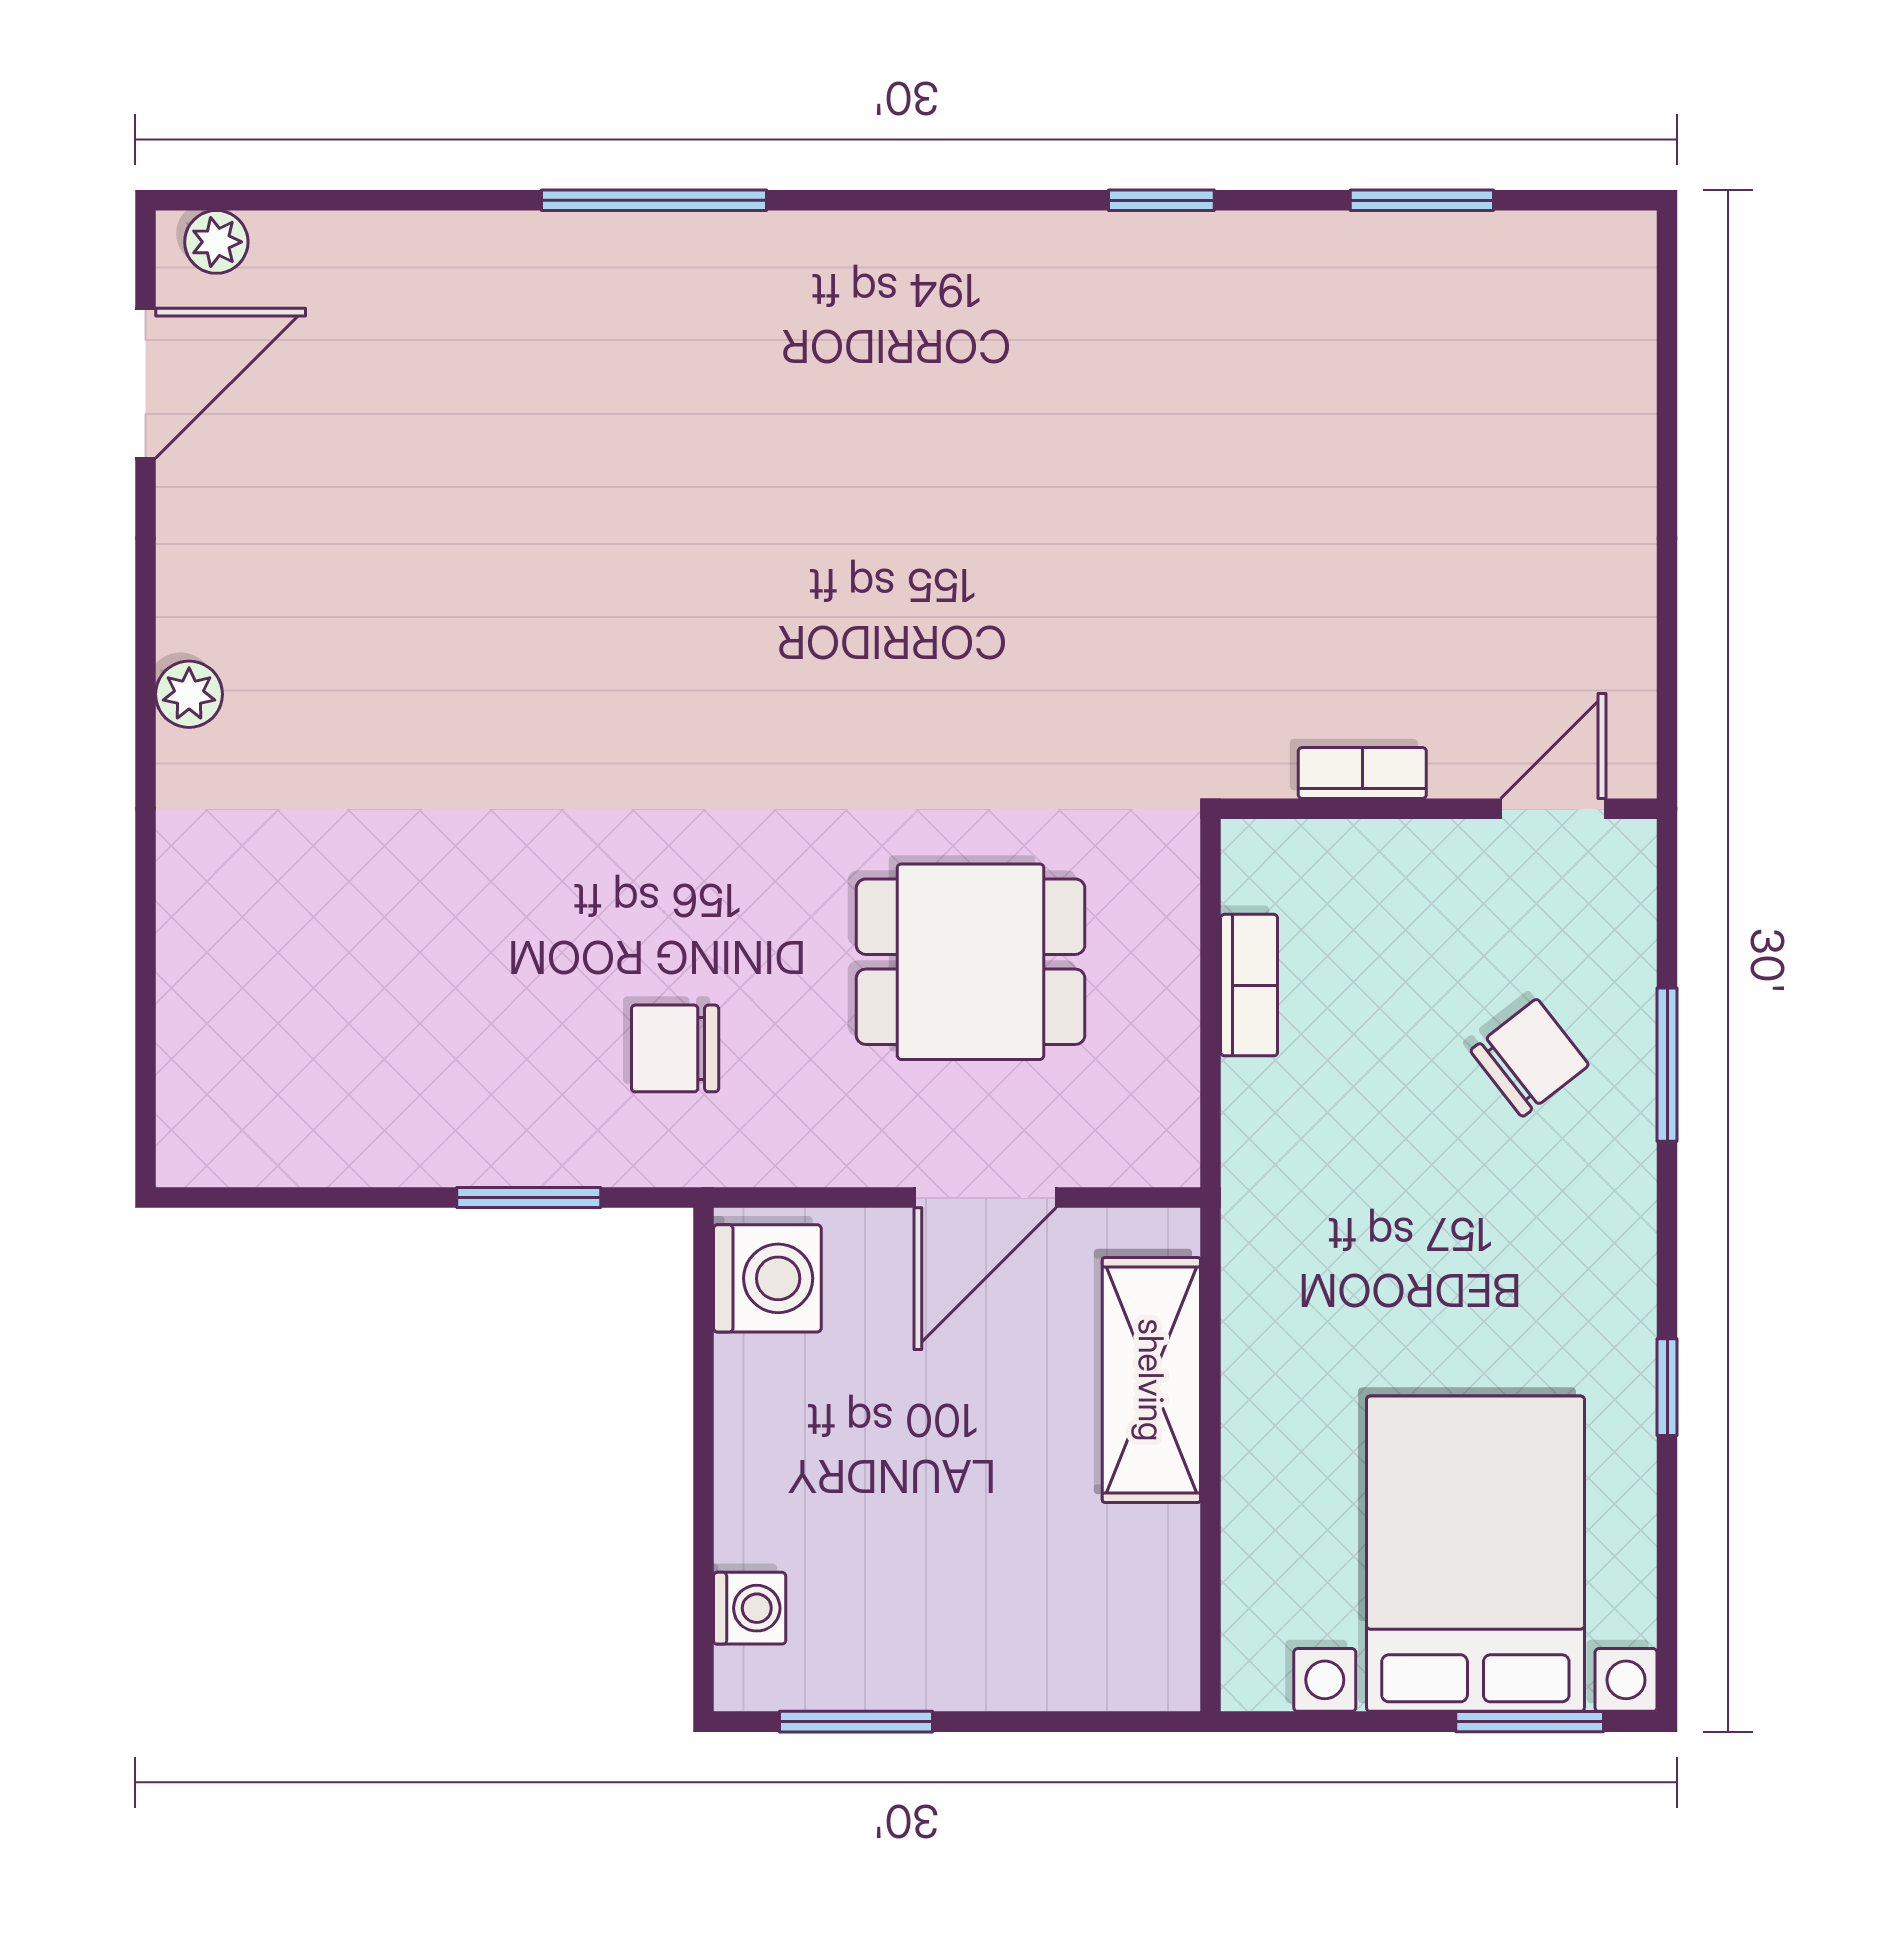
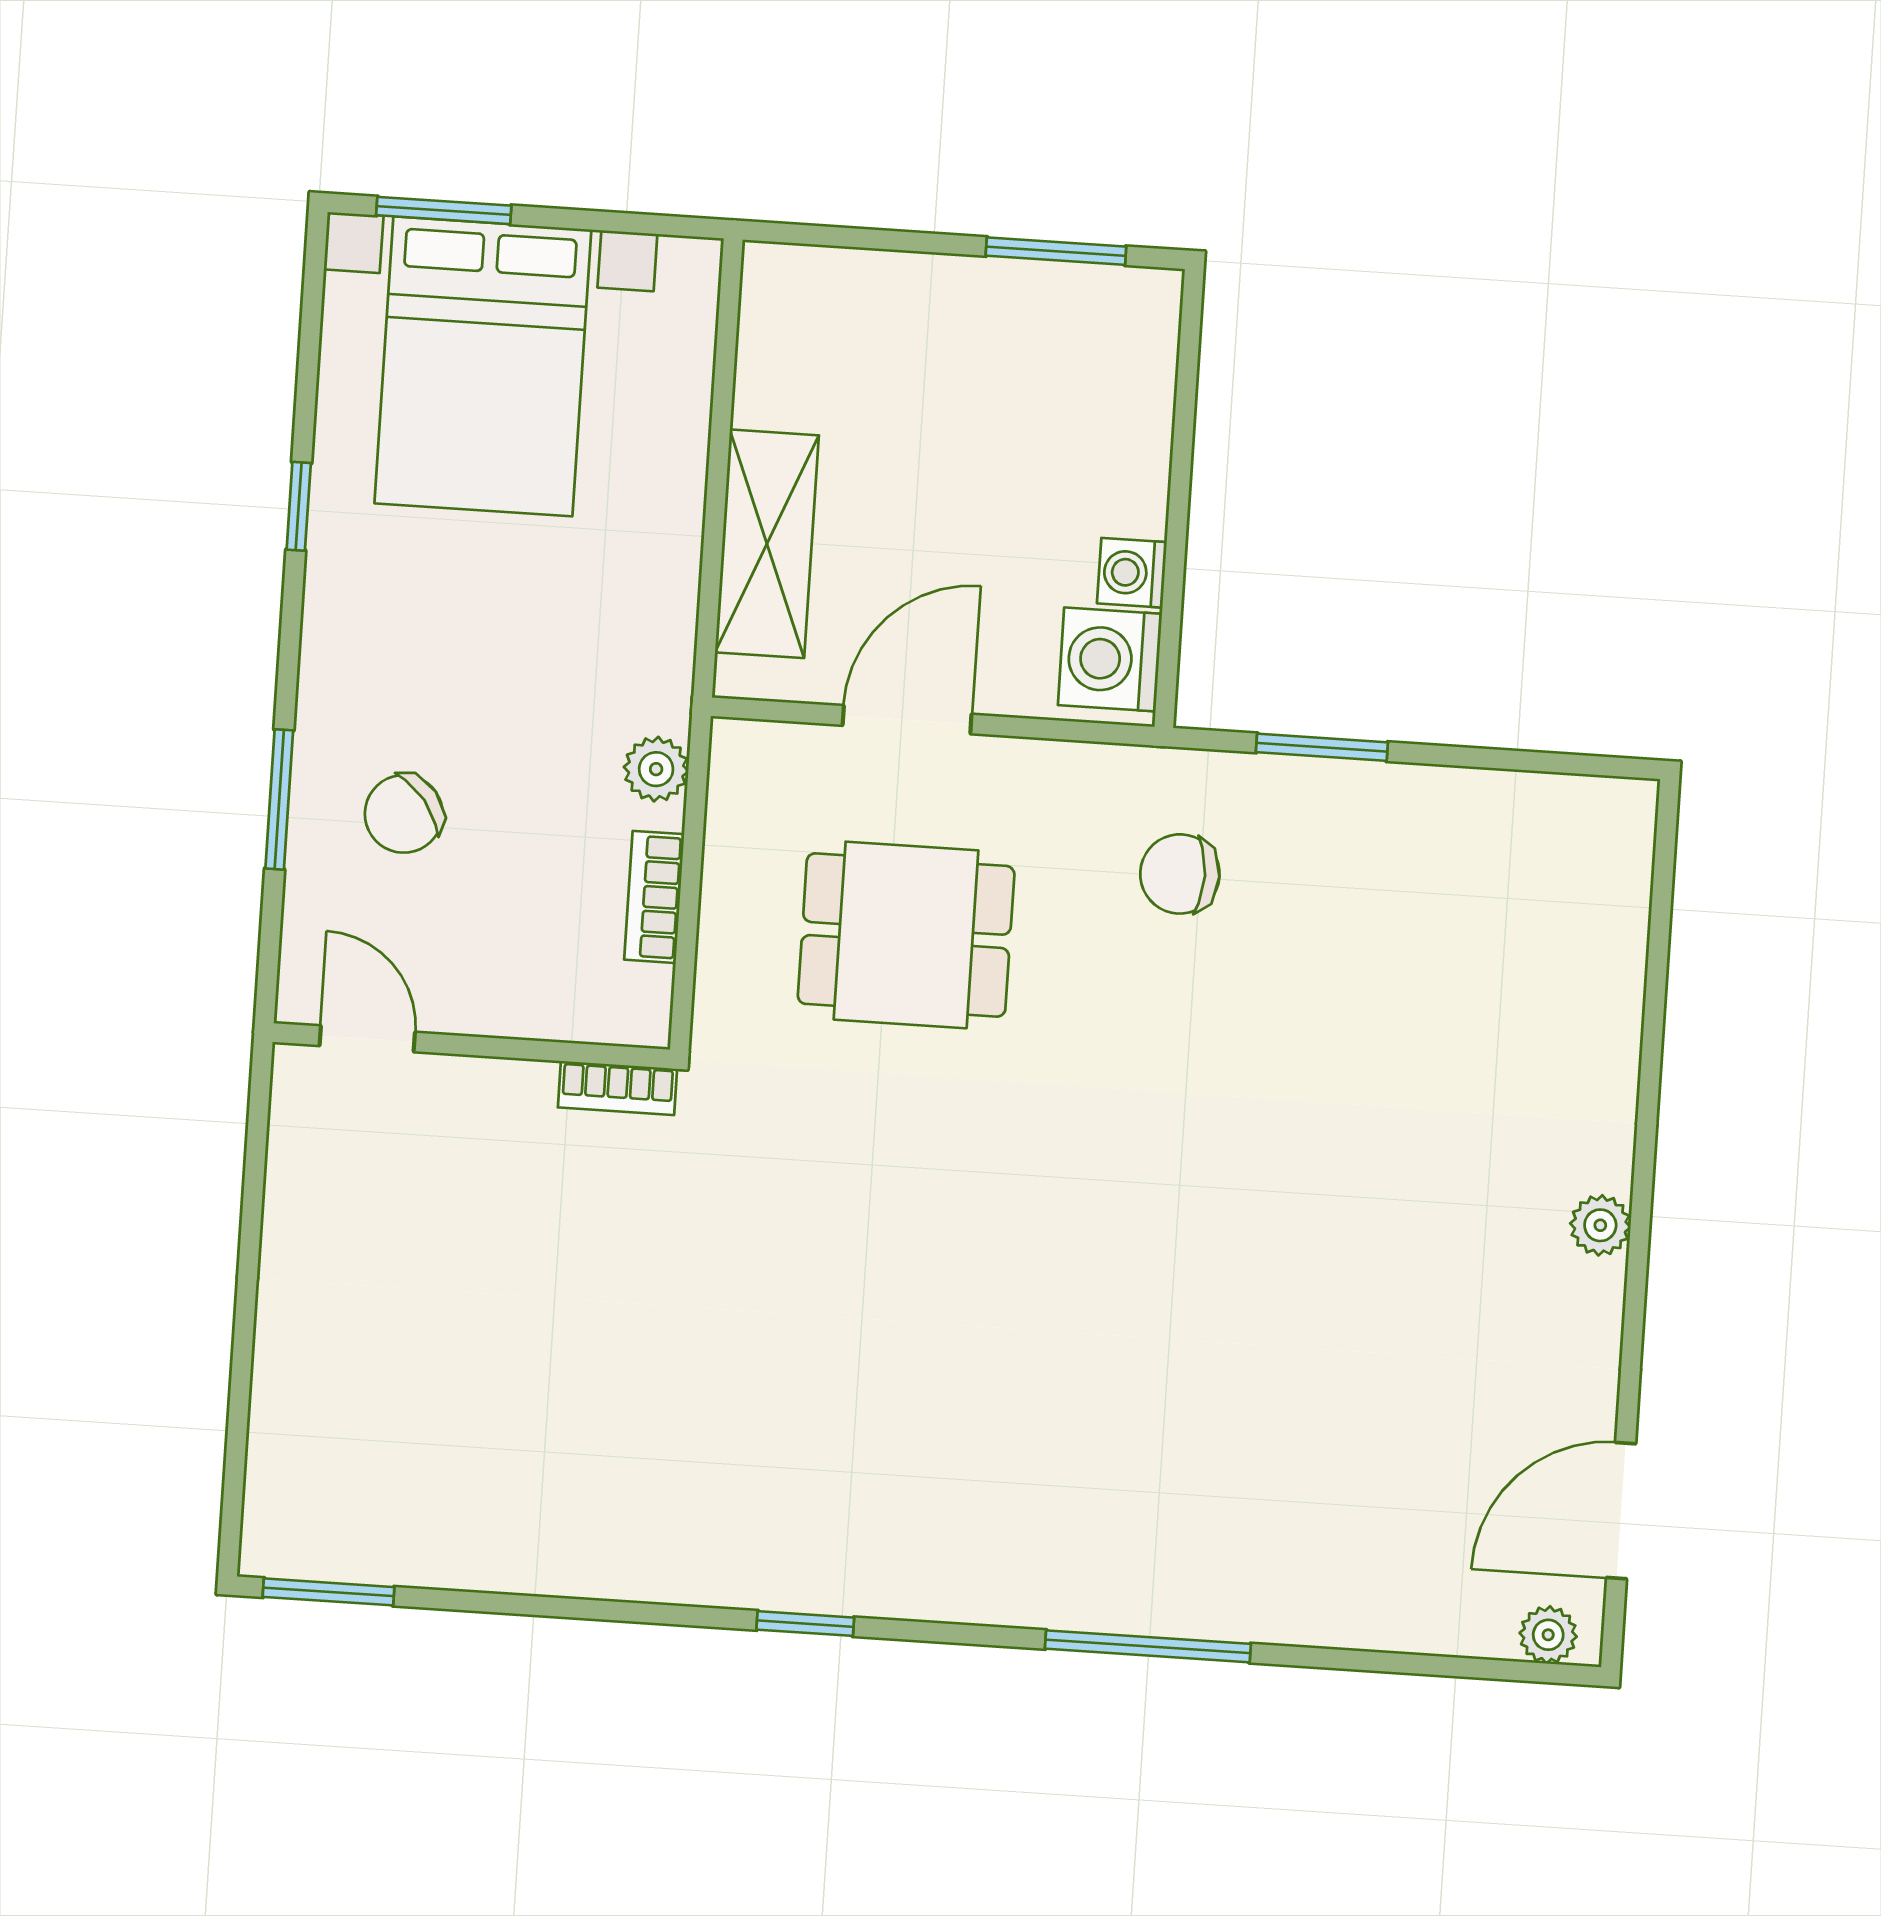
window: (1161, 200) -> (805, 1624), moved
window: (1422, 200) -> (329, 1592), moved
bookcase: (1362, 773) -> (618, 1088), moved
door: (1553, 809) -> (367, 1039), swing flipped
chair: (675, 1048) -> (1180, 874), turned 180
plant: (1256, 1125) -> (656, 769), added
washing machine: (750, 1608) -> (1132, 573), moved

